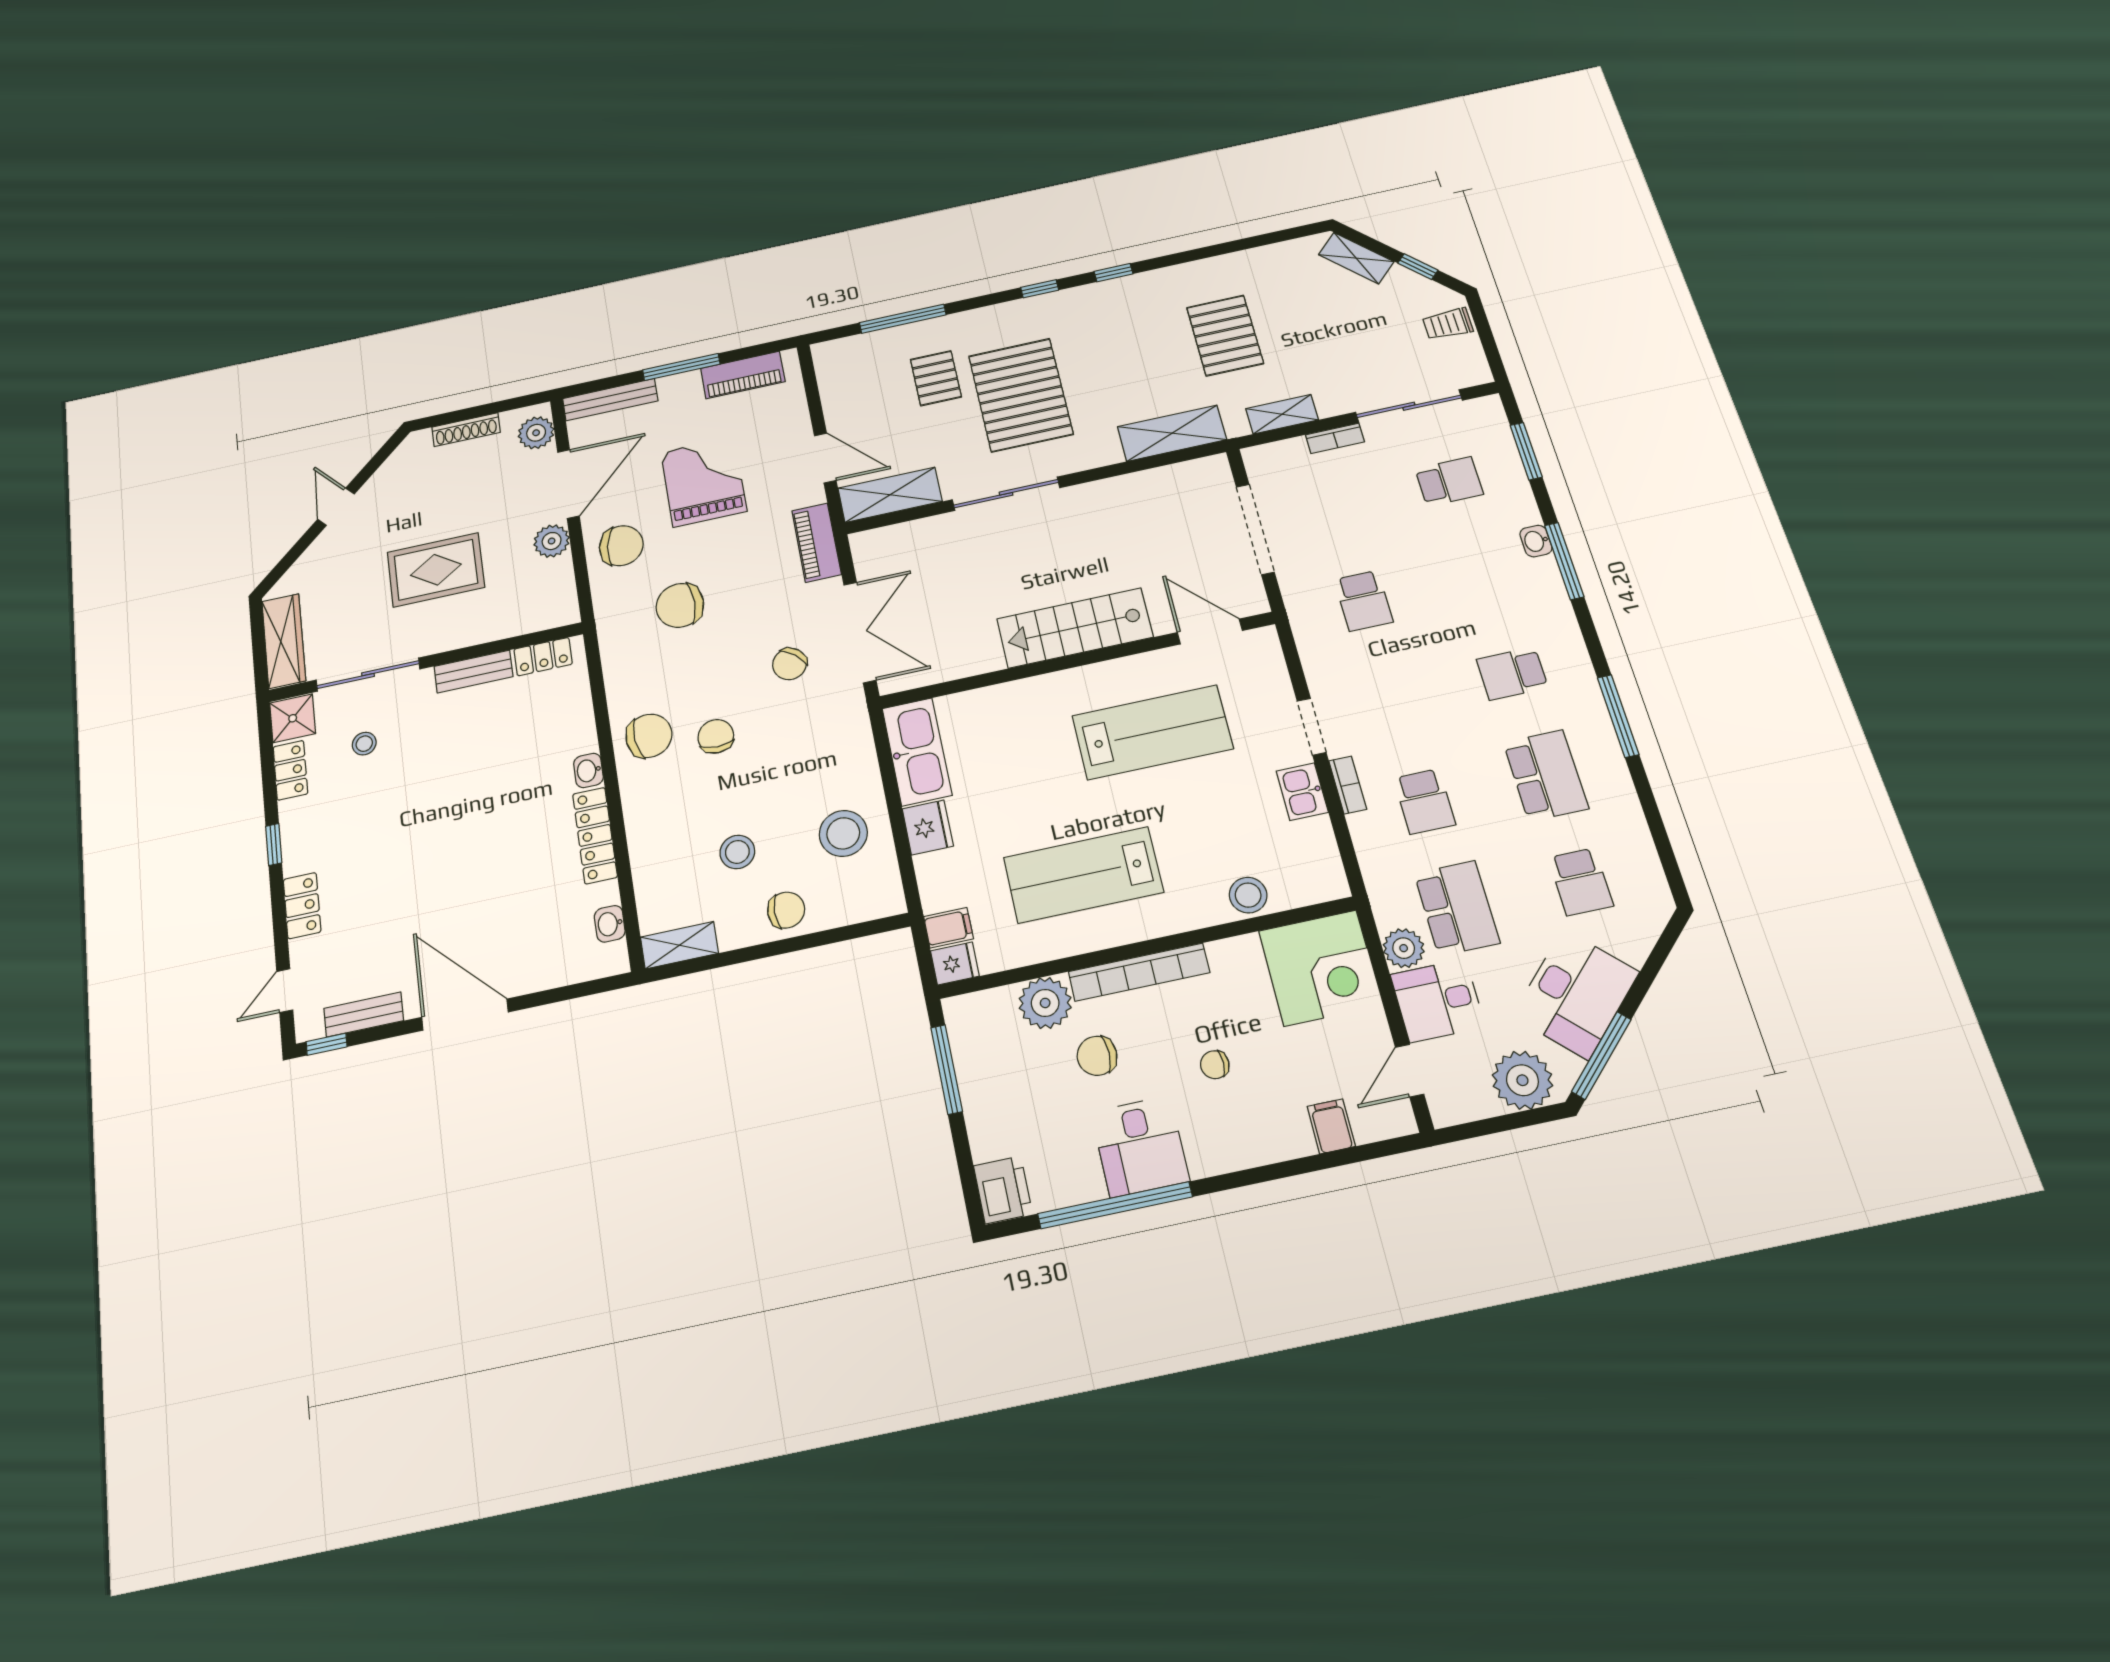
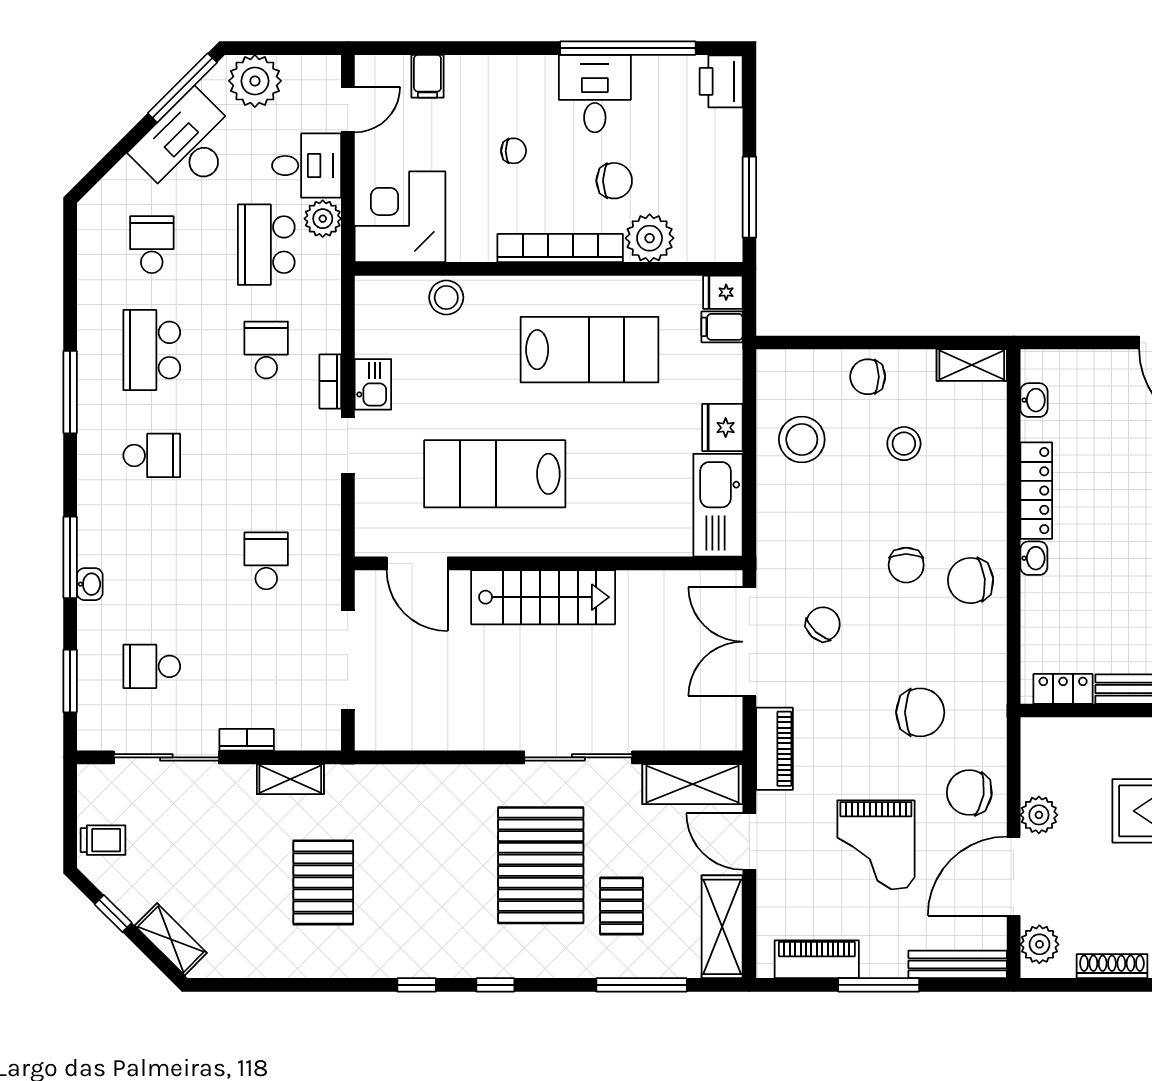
shelving: (1172, 433) -> (722, 927), moved, turned 90

